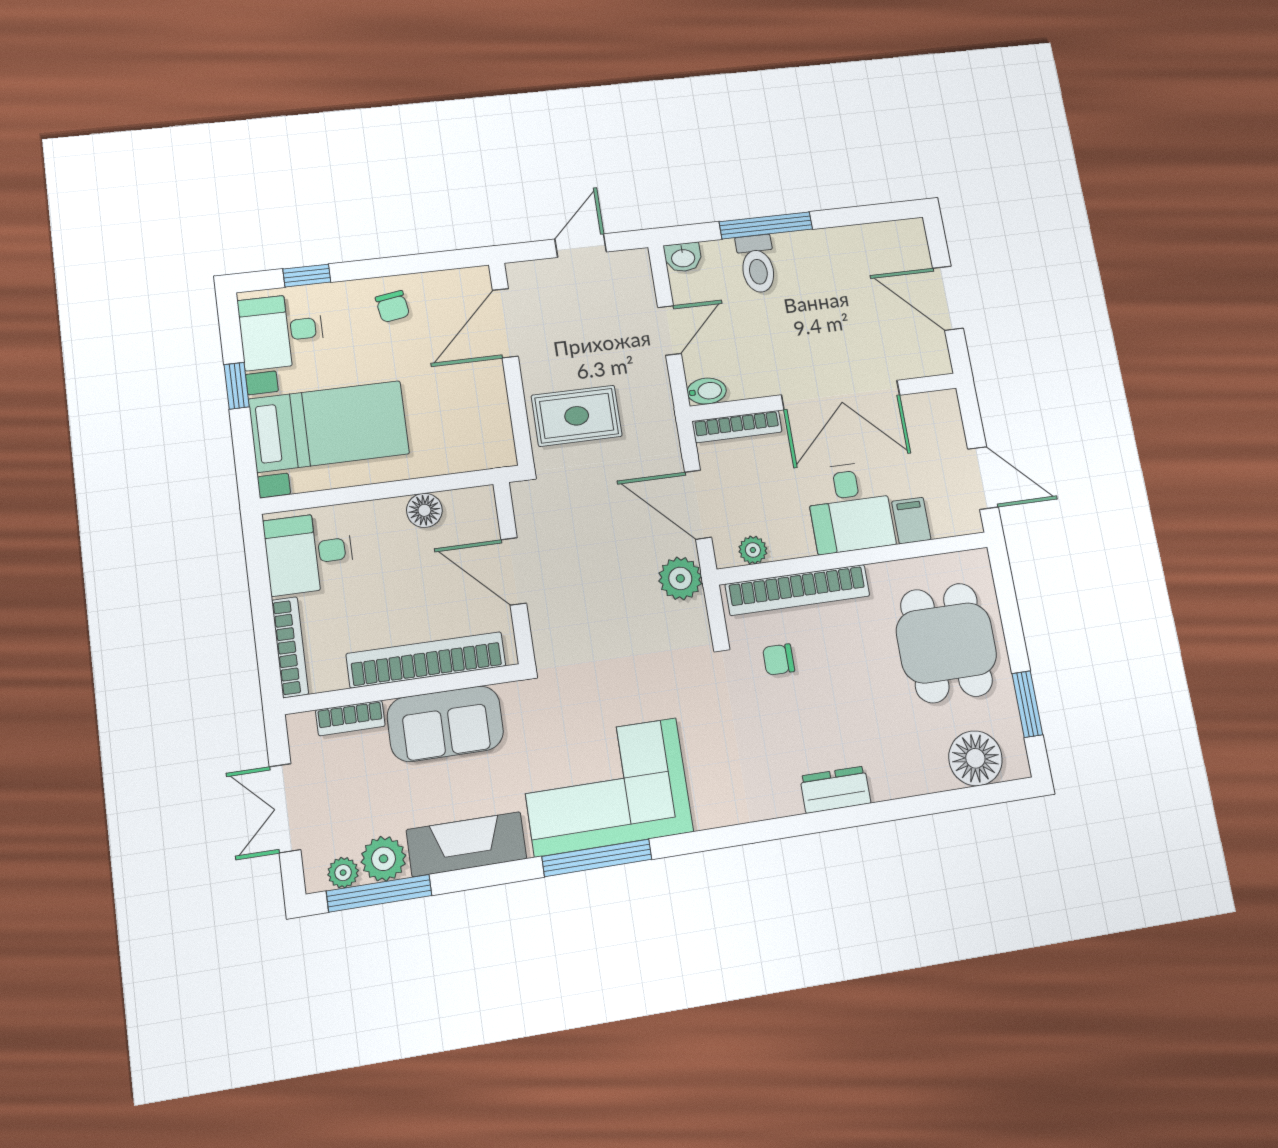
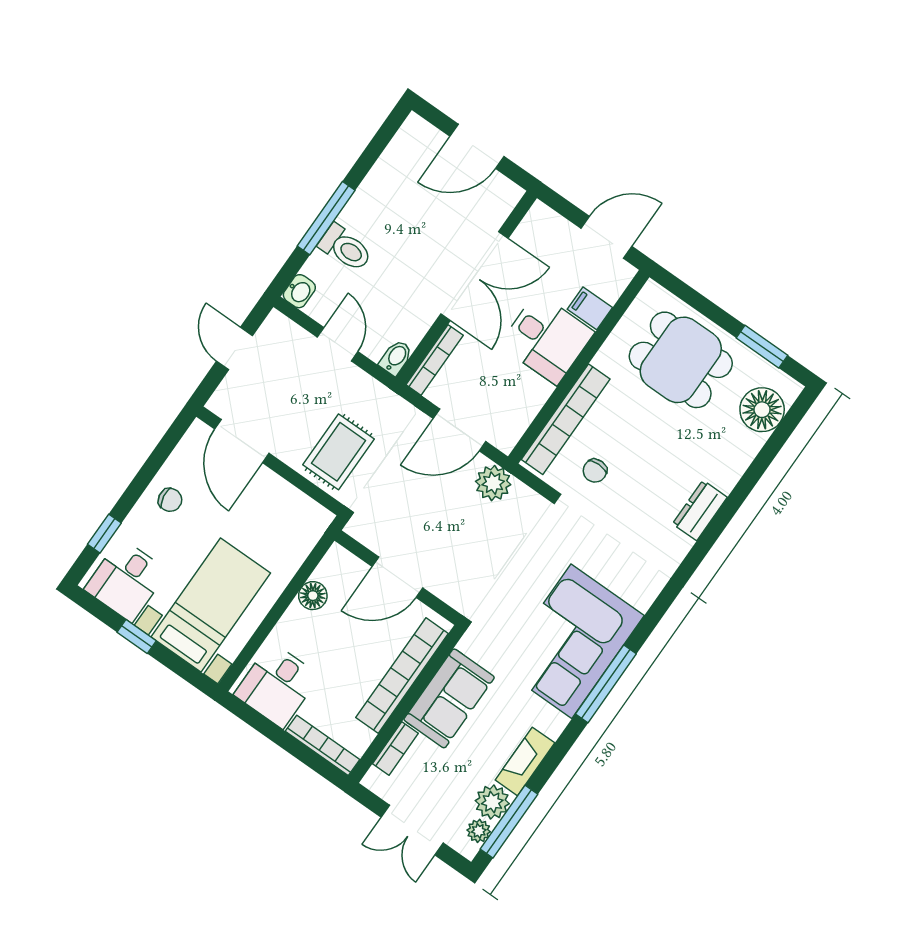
plant: (753, 550) -> (517, 423), removed
fireplace: (467, 844) -> (525, 761), width x0.73, depth x0.76

